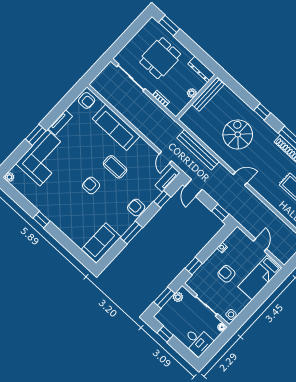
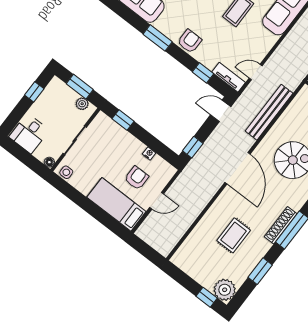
door: (240, 179) -> (238, 168), width x1.88
armchair: (226, 274) -> (137, 178), moved

